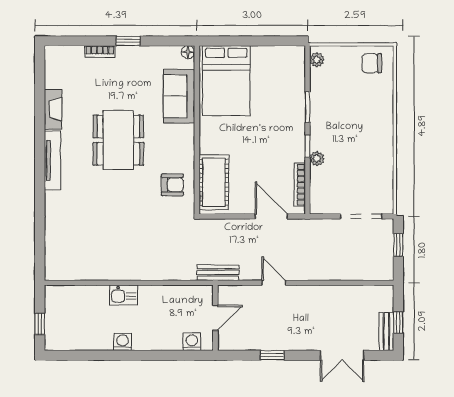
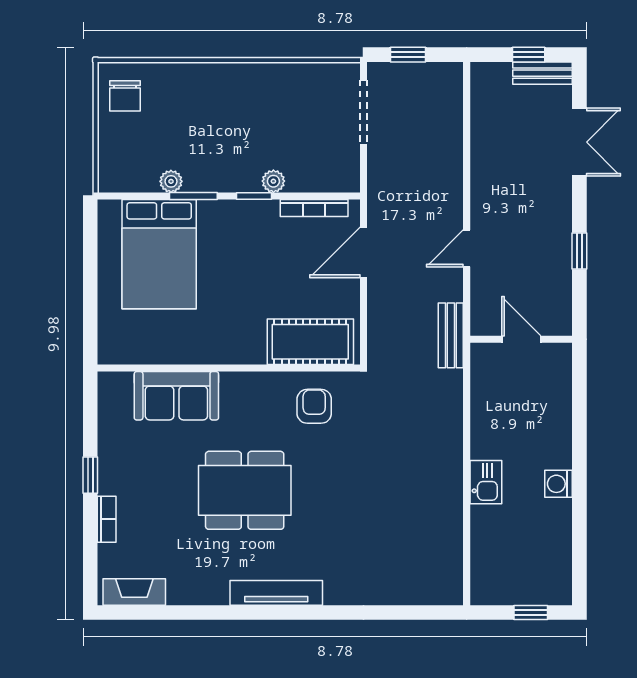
floor lamp: (188, 52) -> (108, 382), removed
plant: (317, 60) -> (171, 181), moved
bed: (226, 81) -> (159, 254), moved, turned 90
fireplace: (53, 109) -> (134, 592), moved
washing machine: (192, 342) -> (558, 376), removed

